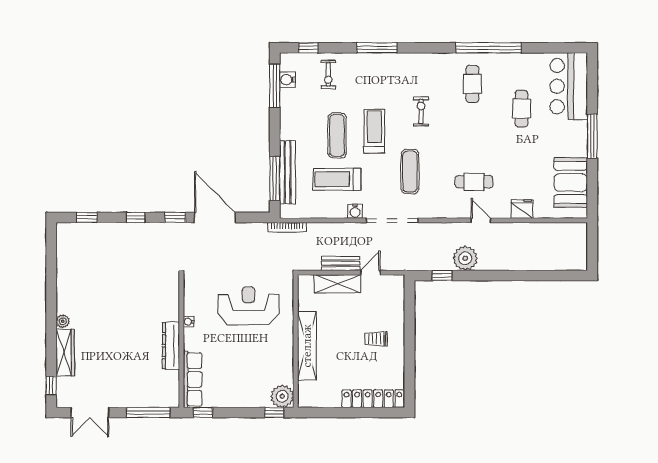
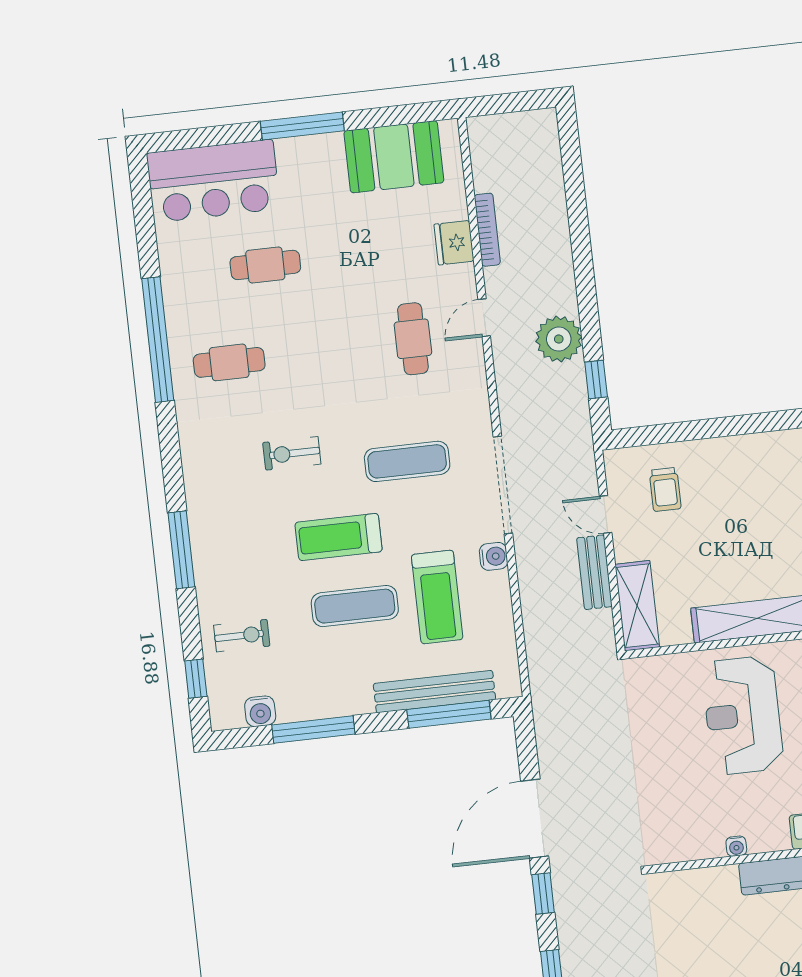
window: (275, 86) -> (313, 730), moved
bookcase: (287, 227) -> (487, 230), moved
shelving: (337, 284) -> (637, 606), moved
reception desk: (248, 306) -> (743, 715), moved
trolley: (376, 339) -> (665, 489), moved

